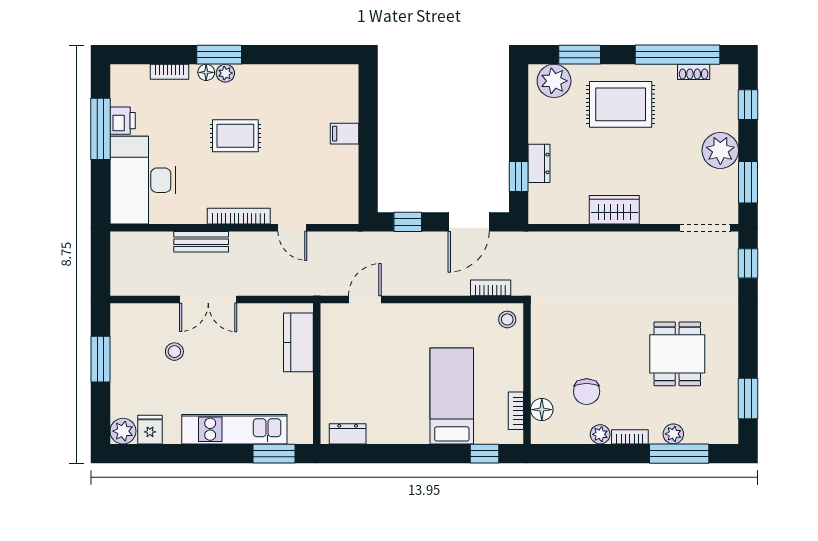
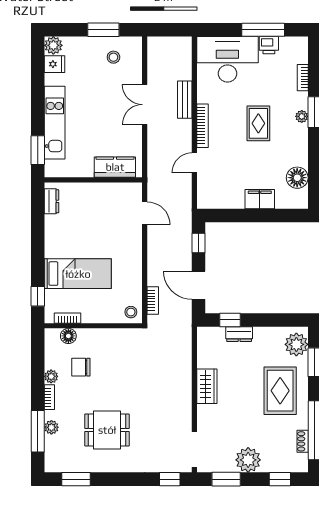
floor lamp: (206, 72) -> (297, 178), moved, width x1.89, depth x1.89
filing cabinet: (344, 134) -> (260, 199), width x2.00
stool: (174, 352) -> (113, 57), moved

